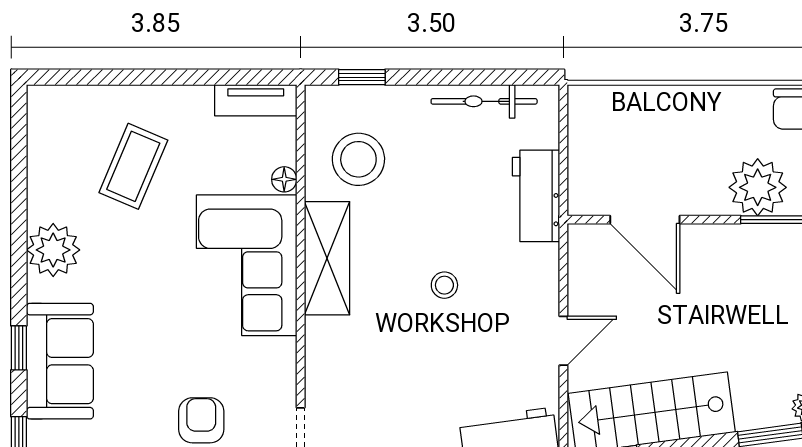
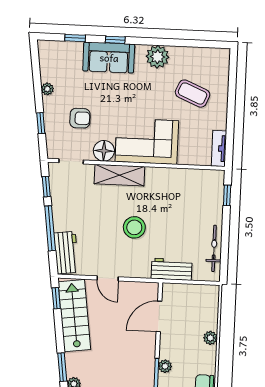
plant: (688, 100) -> (210, 338), added
stool: (358, 159) -> (191, 192), removed
floor lamp: (284, 179) -> (104, 151), moved, width x1.89, depth x1.89
plant: (758, 187) -> (165, 366), width x0.53, depth x0.53
shelving: (327, 258) -> (119, 175), moved
stool: (444, 285) -> (134, 227), width x1.89, depth x1.89

